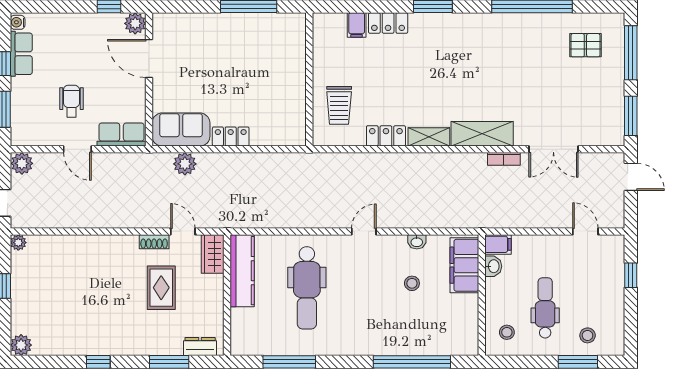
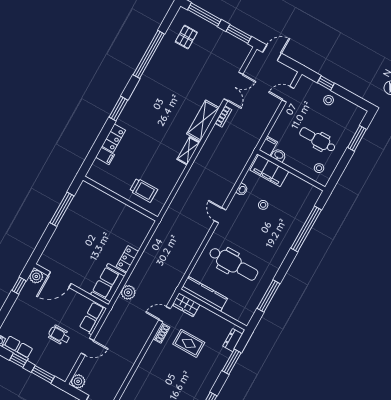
locker: (386, 136) -> (175, 174), removed
stool: (588, 335) -> (329, 100), moved

